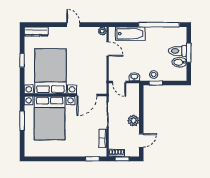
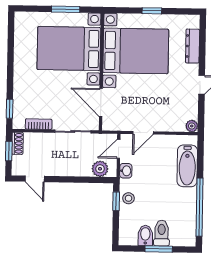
dresser: (36, 31) -> (193, 46), moved
door: (108, 49) -> (143, 133), moved
plant: (133, 121) -> (100, 169), moved

